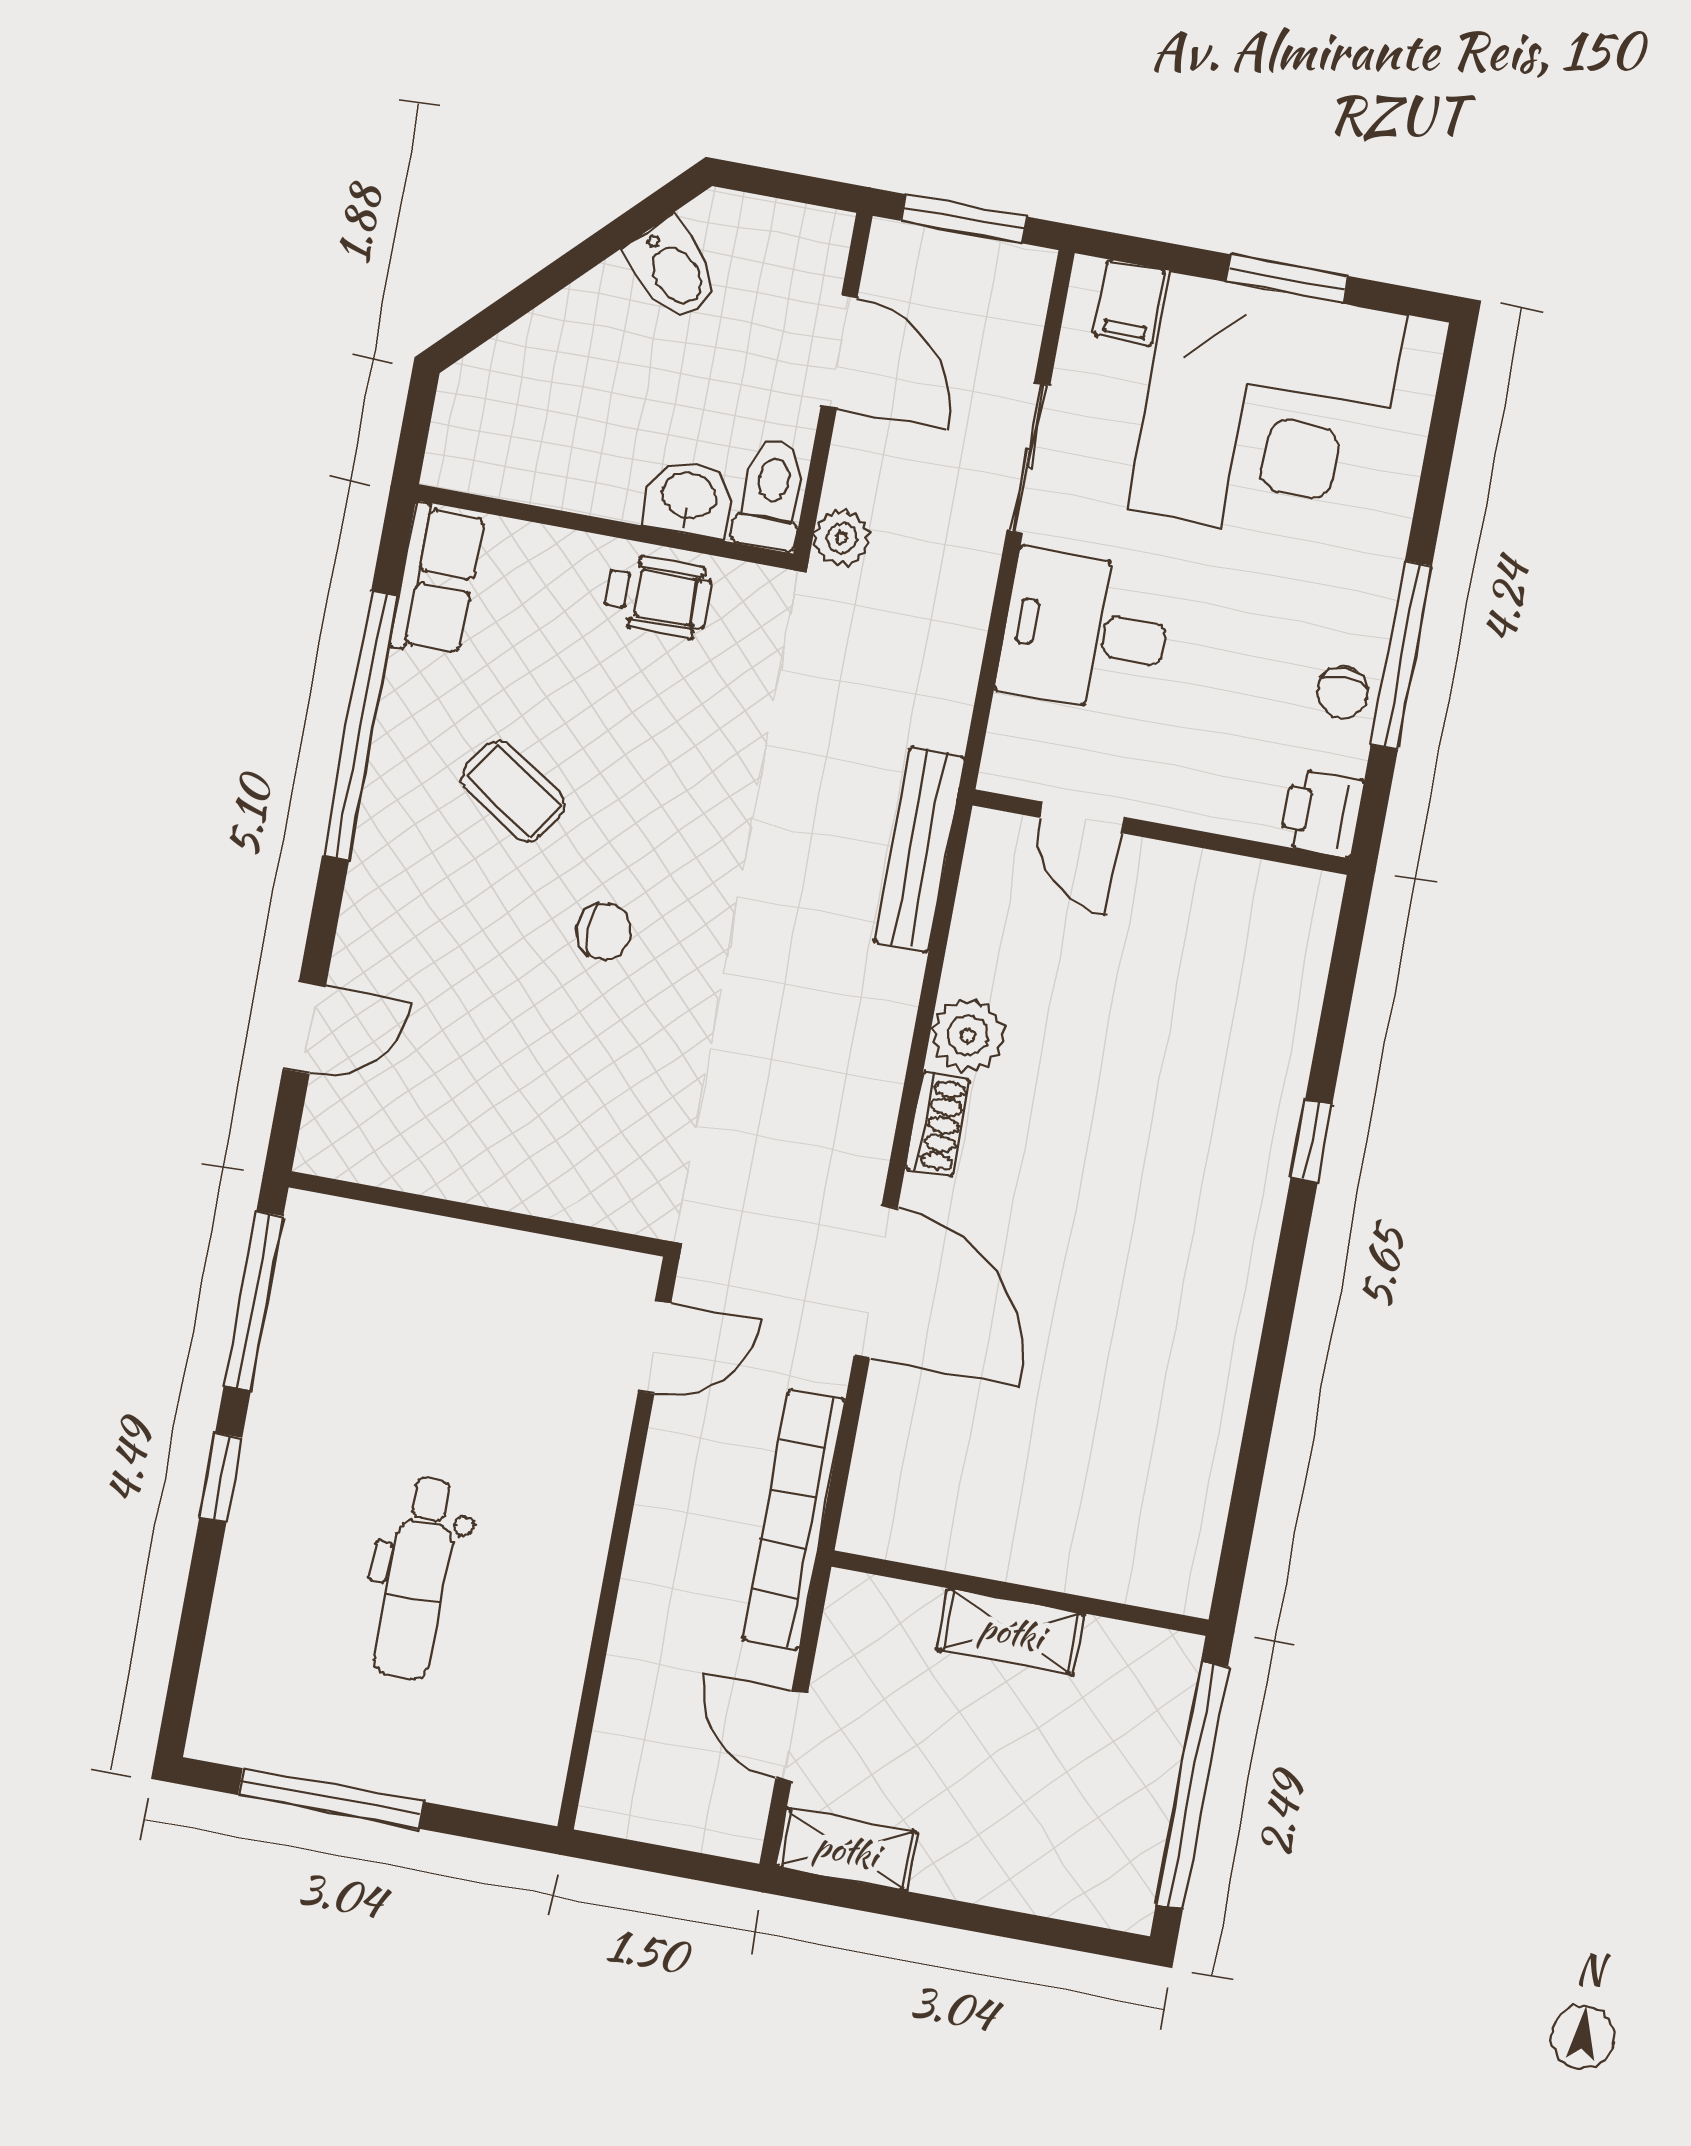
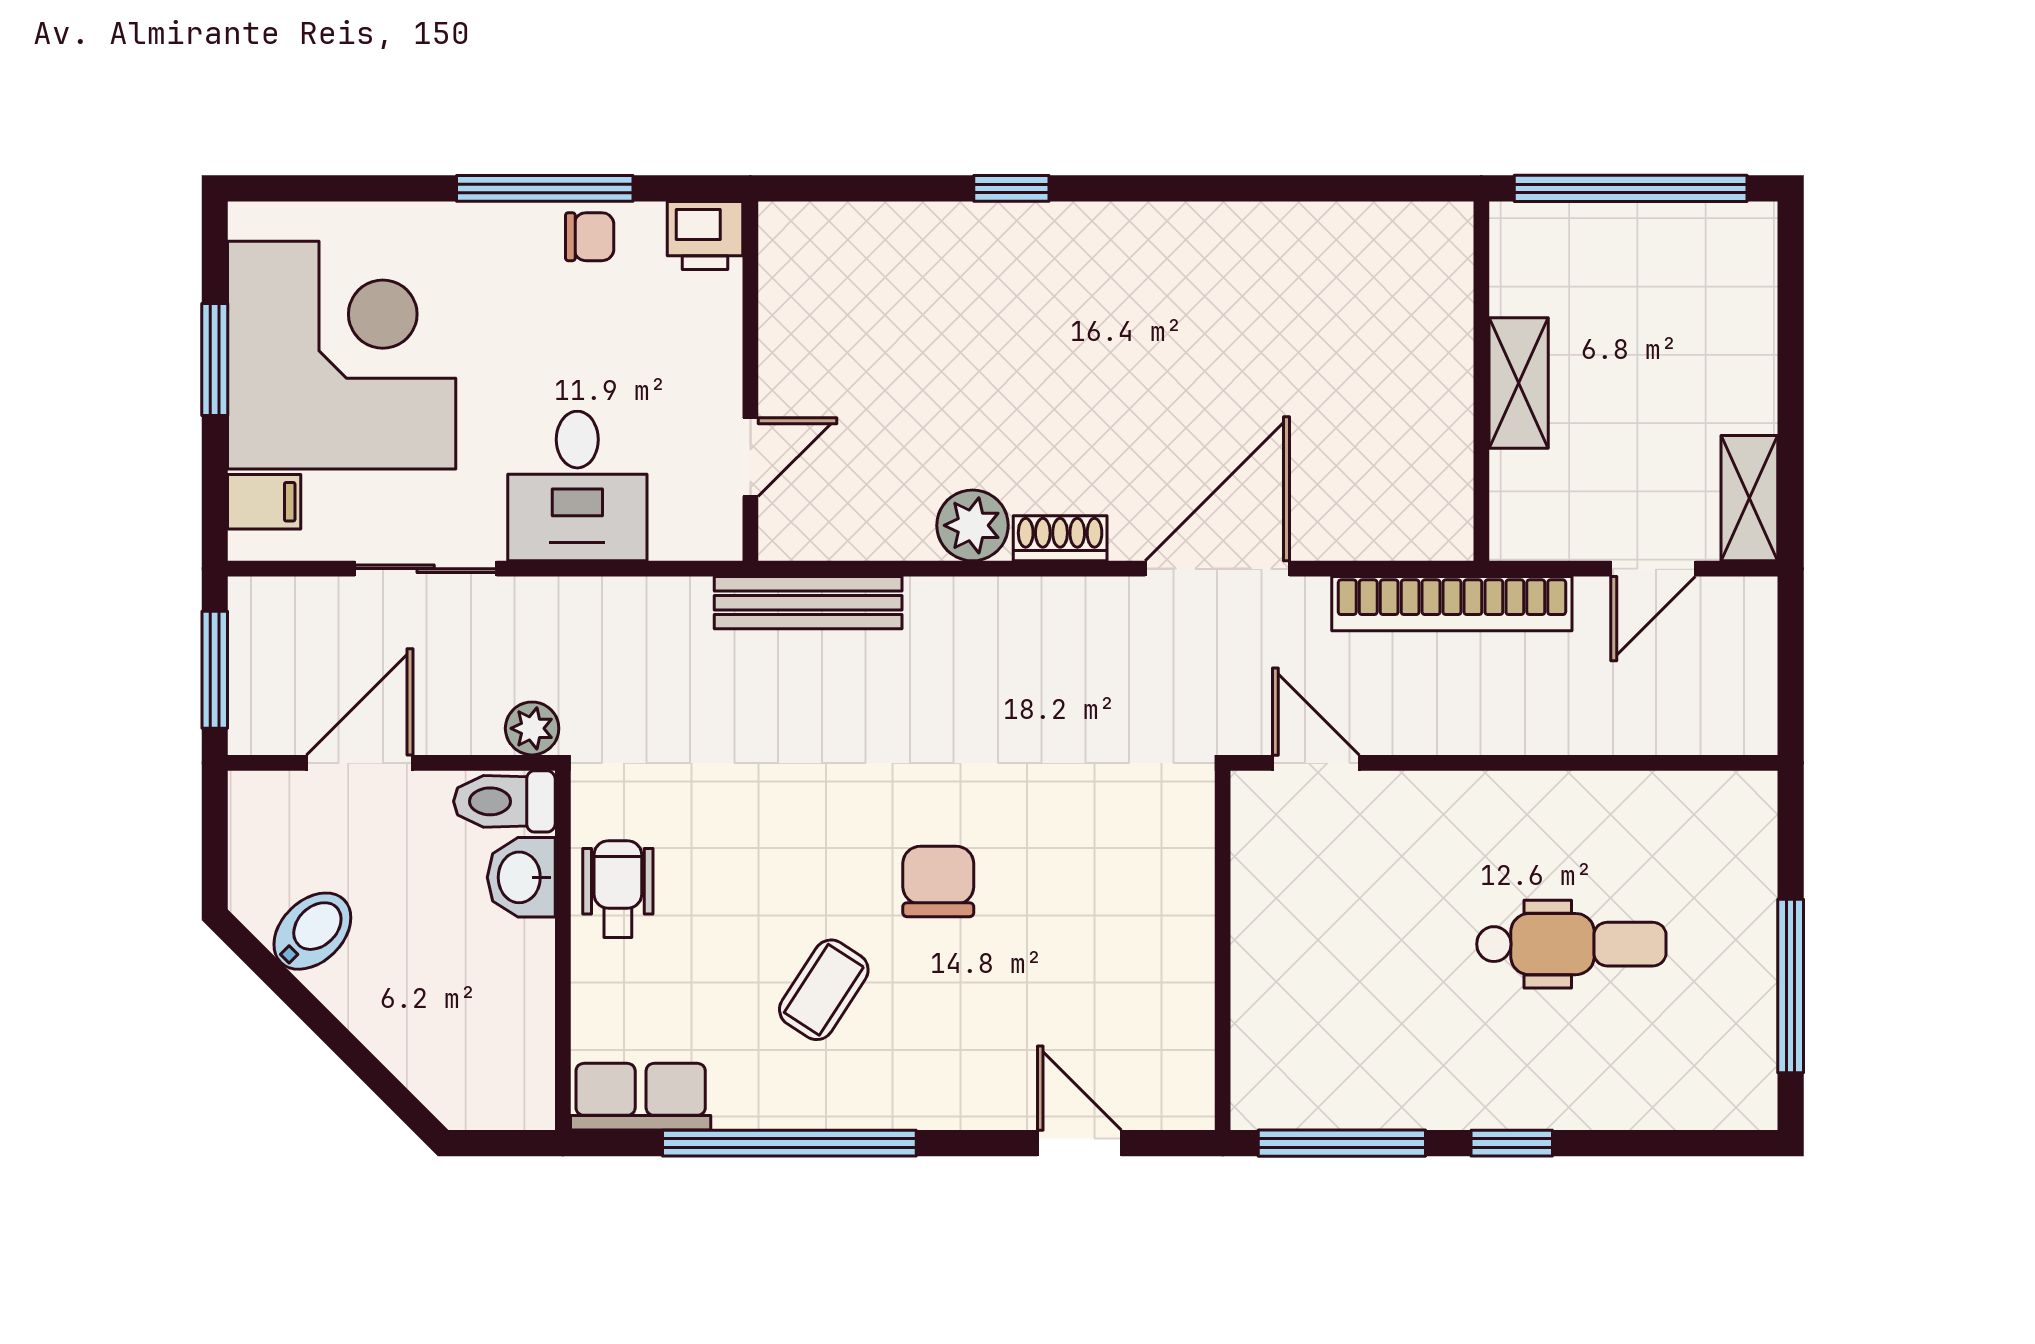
chair: (604, 931) -> (938, 882), width x1.37, depth x1.37

